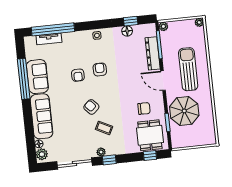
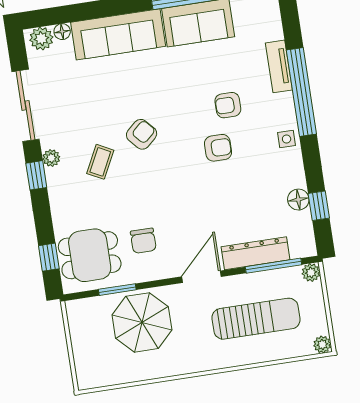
window: (53, 29) -> (301, 92), moved
tv unit: (49, 39) -> (279, 66), moved
sun lounger: (188, 69) -> (256, 319), moved
armchair: (78, 75) -> (228, 105), moved

